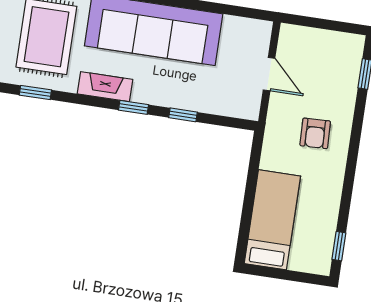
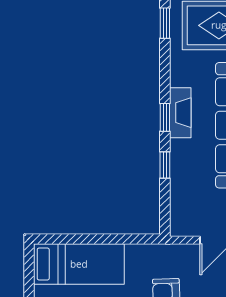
fireplace: (105, 87) -> (180, 113), moved

